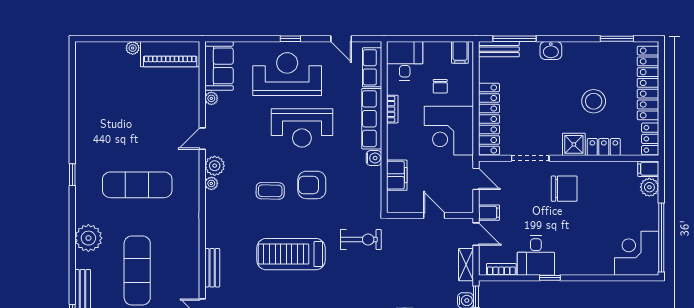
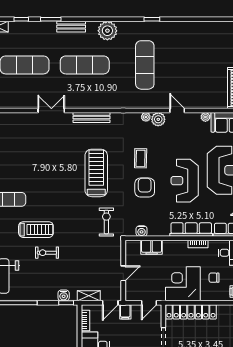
water cooler: (374, 158) -> (142, 231), moved
exercise bike: (361, 240) -> (106, 222), turned 180
bench: (212, 268) -> (92, 118), width x1.36

